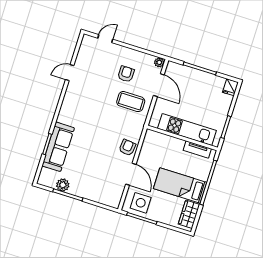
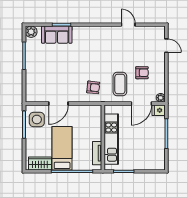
fridge: (230, 87) -> (159, 110), moved
sofa: (58, 147) -> (57, 35), width x0.73
armchair: (127, 147) -> (93, 87), moved
plant: (63, 185) -> (31, 32), moved

